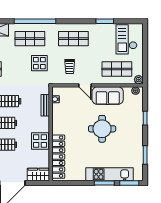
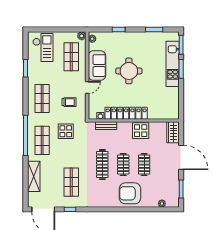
checkout: (126, 39) -> (43, 47), turned -90
locker: (58, 157) -> (126, 113), moved

